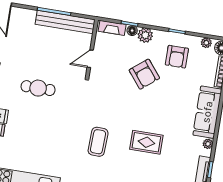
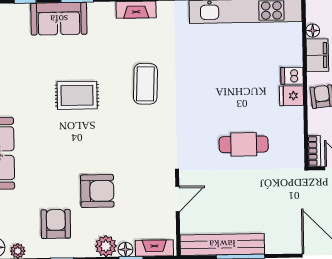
armchair: (144, 74) -> (97, 191), turned 129

